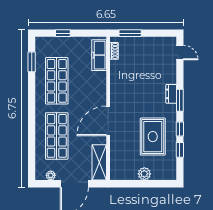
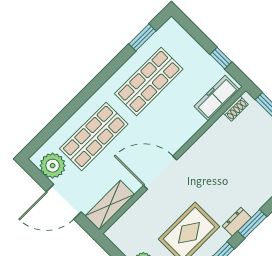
window: (63, 33) -> (221, 58), moved
dresser: (171, 94) -> (237, 222), moved
plant: (51, 175) -> (53, 166), width x1.88, depth x1.88

